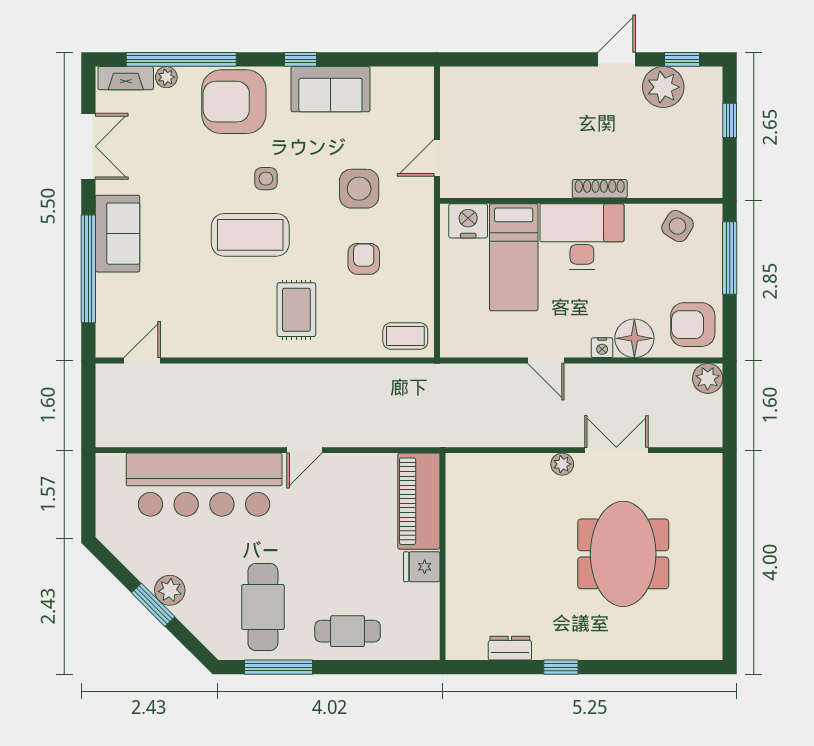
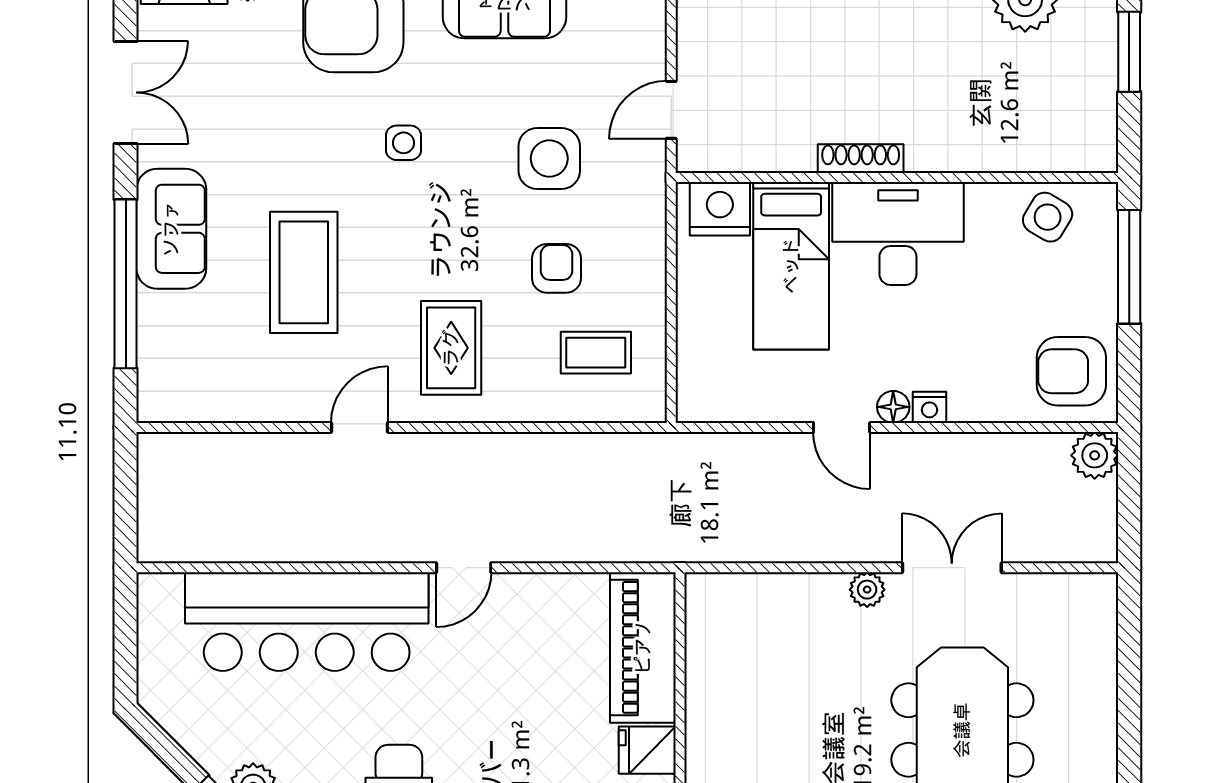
window: (730, 120) -> (1129, 52), width x1.50
shoe rack: (600, 189) -> (861, 159), moved
coffee table: (250, 235) -> (304, 272), moved, turned 90
coffee table: (405, 336) -> (596, 353), moved
floor lamp: (634, 338) -> (893, 407), moved, width x0.53, depth x0.53
door: (142, 361) -> (359, 427), moved

